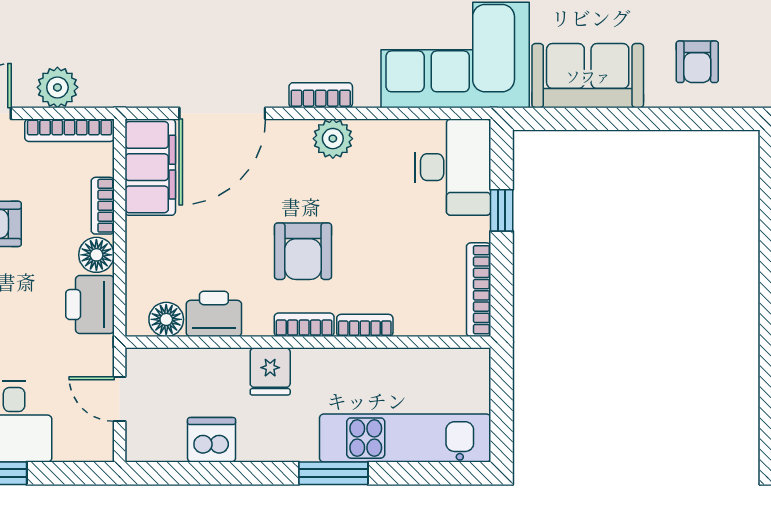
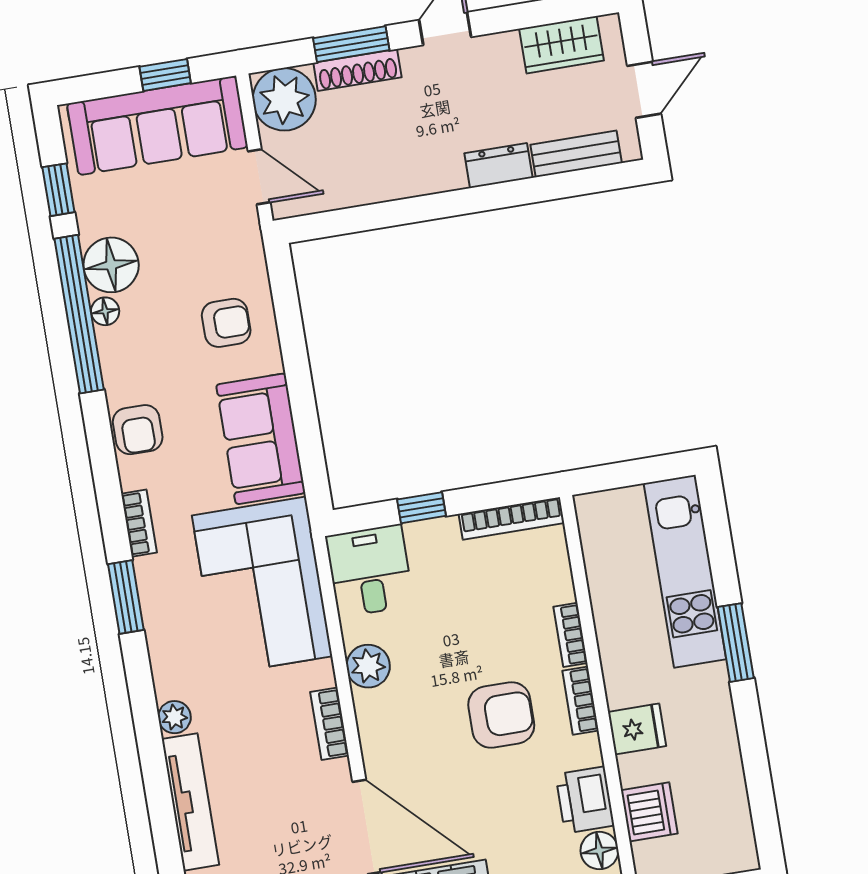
plant: (333, 139) -> (368, 666), moved
desk: (453, 167) -> (370, 571), width x0.73
dishwasher: (212, 440) -> (649, 812), moved, turned 180

